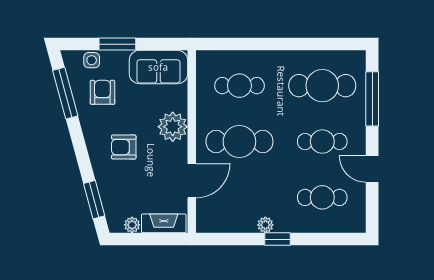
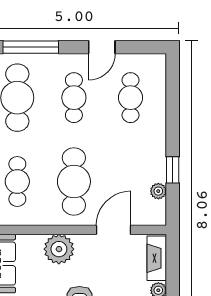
door: (192, 181) -> (114, 230), hinge flipped
plant: (265, 225) -> (158, 191), moved
window: (277, 239) -> (173, 170), moved

